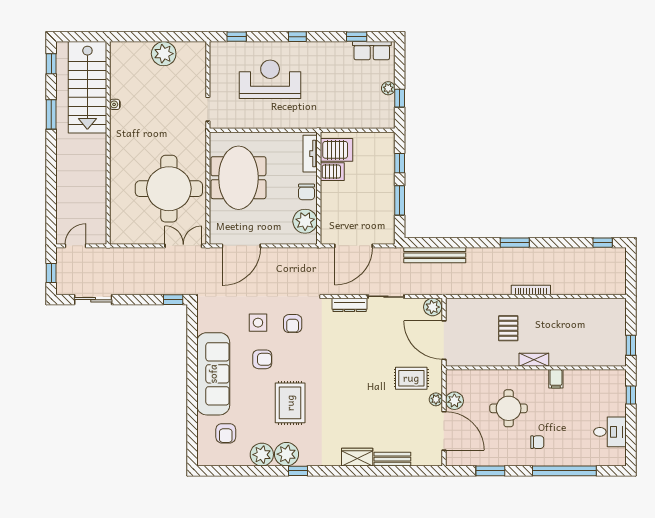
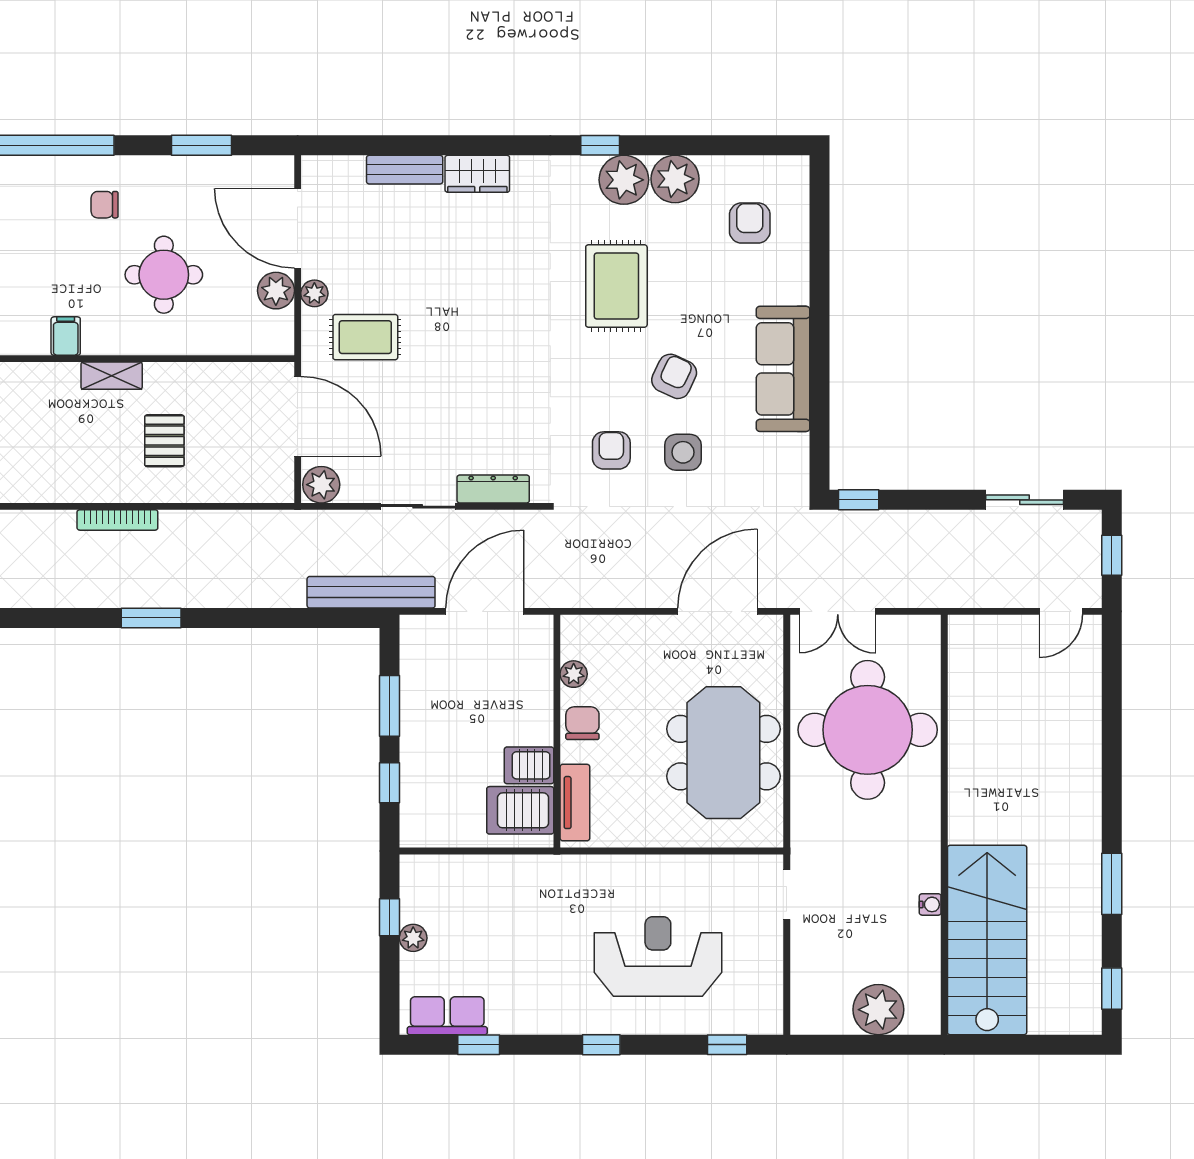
reception desk: (270, 79) -> (658, 957), turned 180
stairs: (87, 87) -> (987, 940), moved
water cooler: (115, 104) -> (930, 904), moved
wall: (108, 143) -> (944, 825), moved
plant: (305, 221) -> (574, 674), width x0.53, depth x0.53
bench: (435, 255) -> (371, 592), moved
armchair: (262, 359) -> (674, 376), turned 115
sofa: (213, 374) -> (783, 369), width x0.74, depth x0.79

